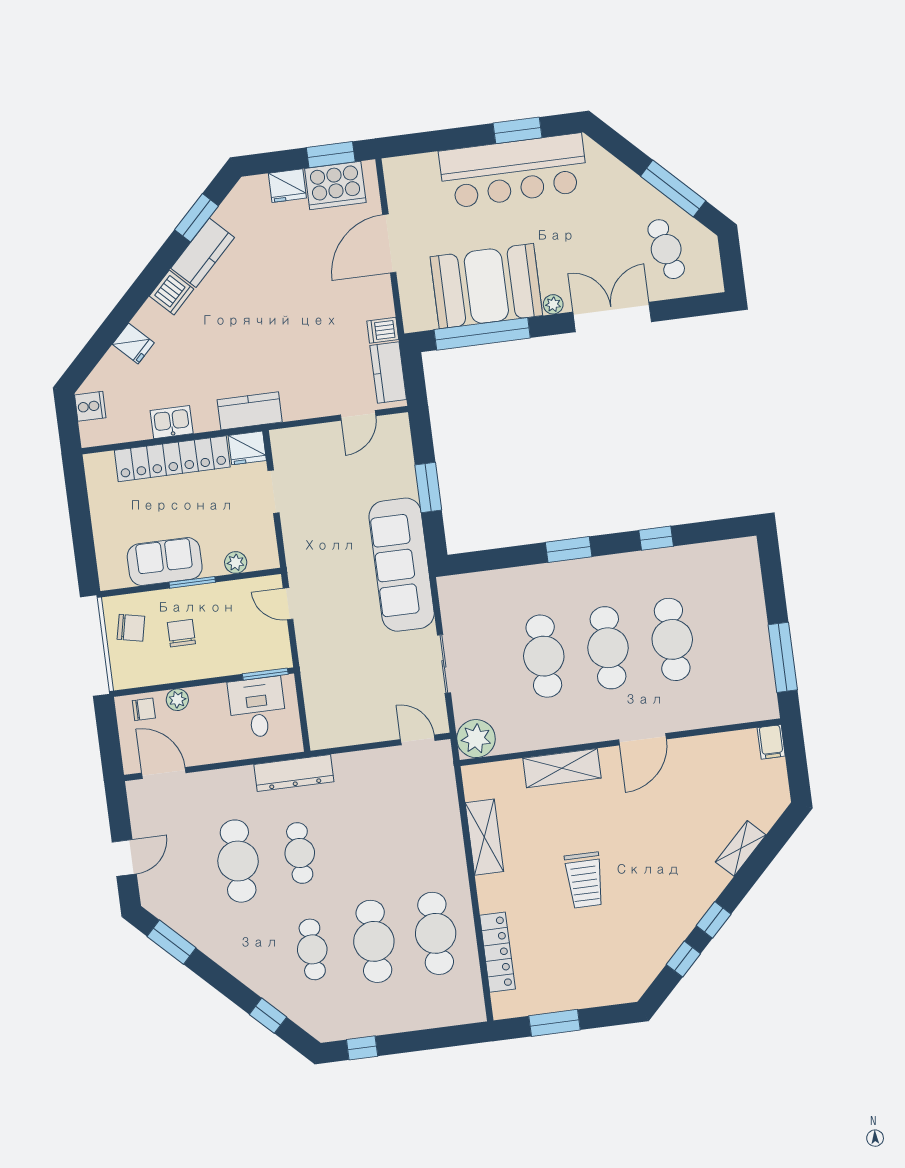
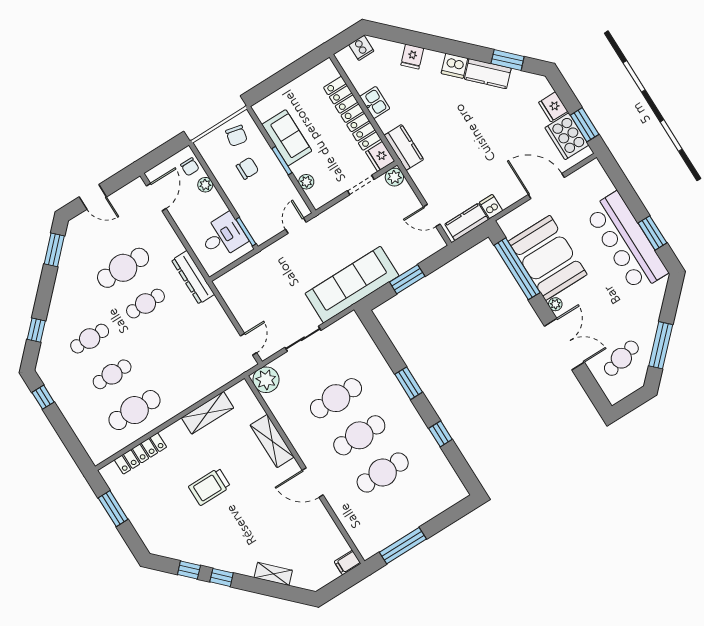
plant: (284, 442) -> (394, 177), added
cafe table: (374, 941) -> (112, 374), width x0.73, depth x0.74

